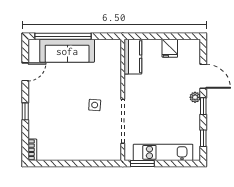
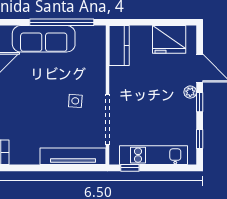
window: (63, 36) -> (62, 22), moved
fridge: (170, 48) -> (169, 39), width x1.88, depth x1.34
tv unit: (93, 153) -> (73, 156), added
window: (142, 164) -> (130, 168), width x0.67

